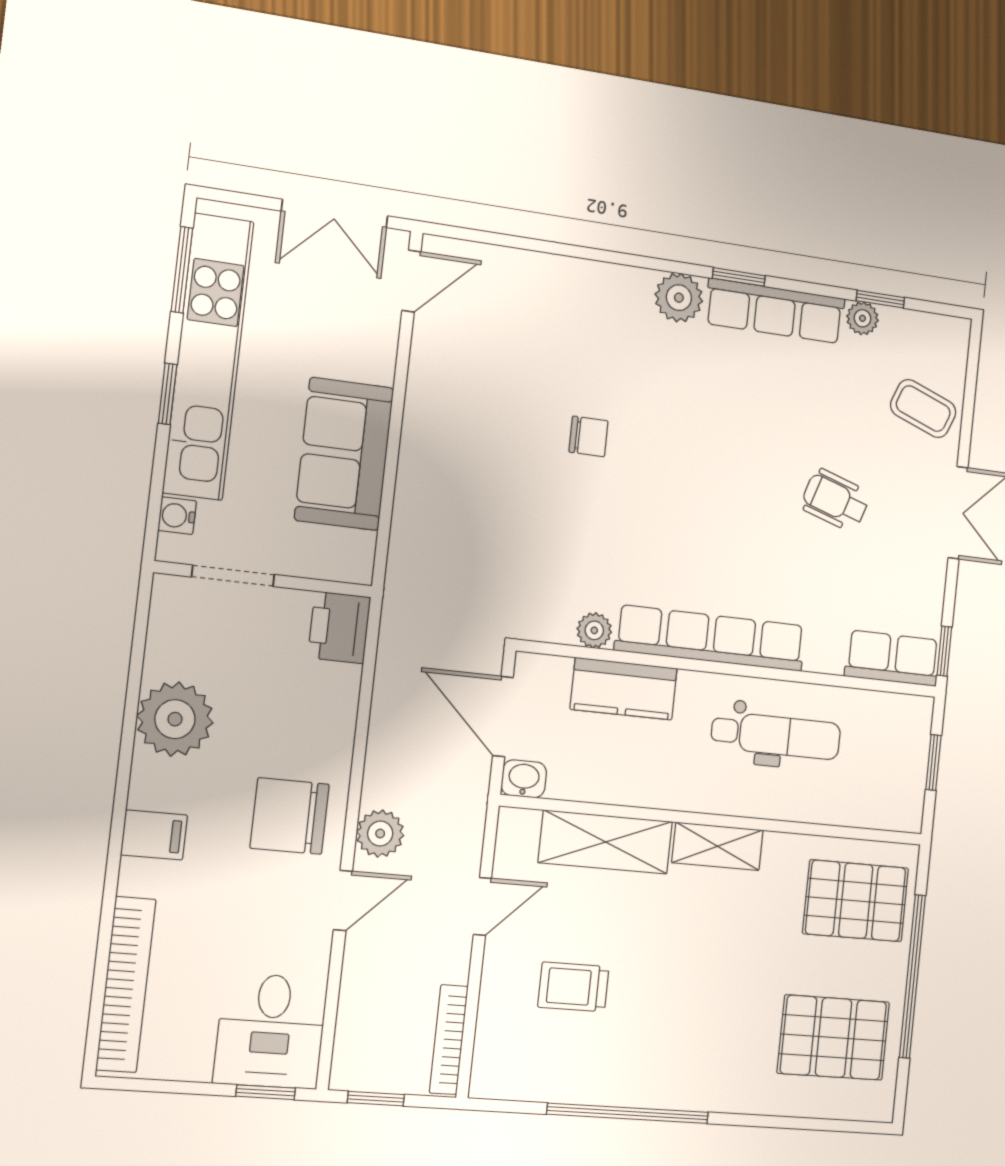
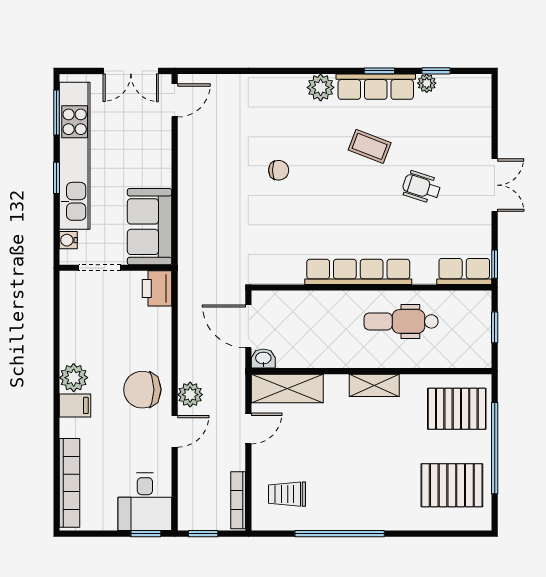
window: (739, 277) -> (379, 71), moved
coffee table: (923, 409) -> (370, 146), moved
sofa: (344, 454) -> (150, 227), moved
plant: (594, 630) -> (293, 275), removed
kitchen counter: (624, 689) -> (313, 305), removed
plant: (175, 719) -> (74, 378), moved, width x0.73, depth x0.73
dental chair: (776, 736) -> (401, 321), turned 180
shelving: (605, 842) -> (287, 388), moved
trolley: (574, 987) -> (287, 494), moved

